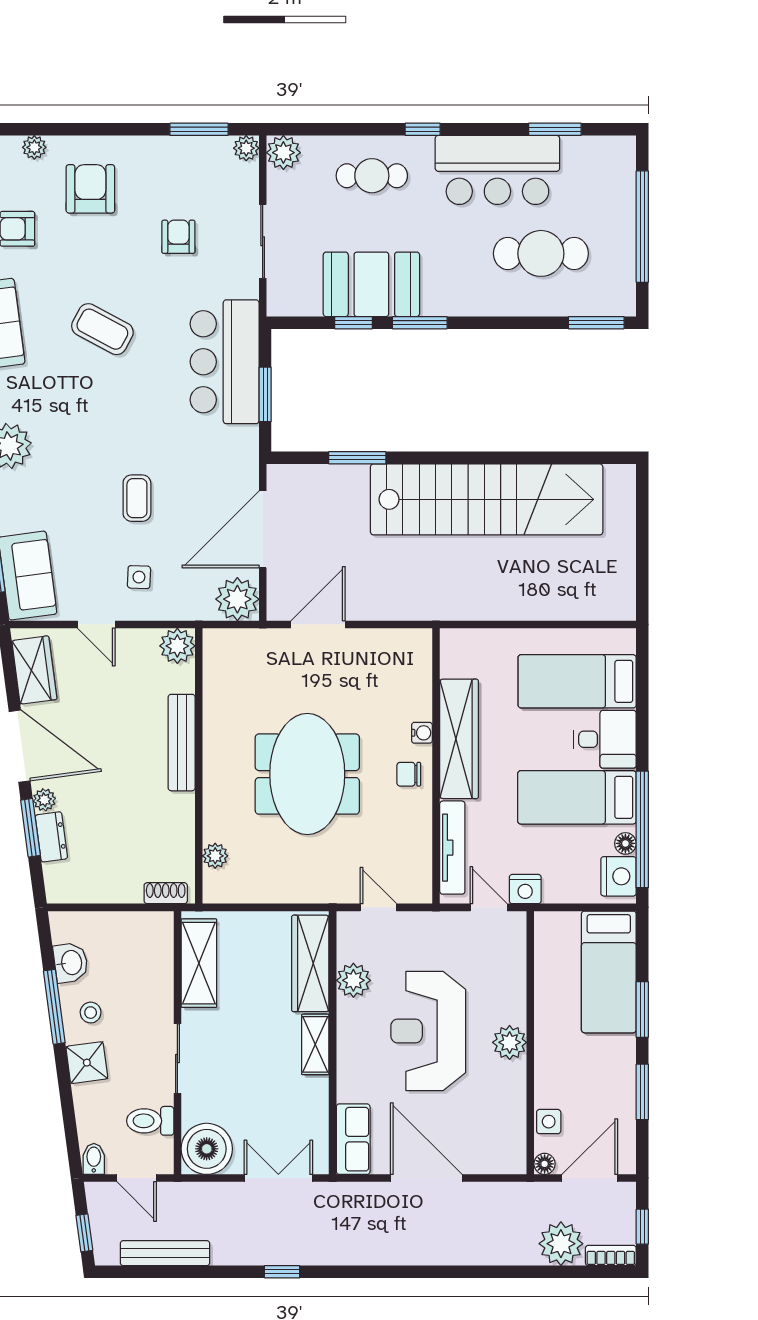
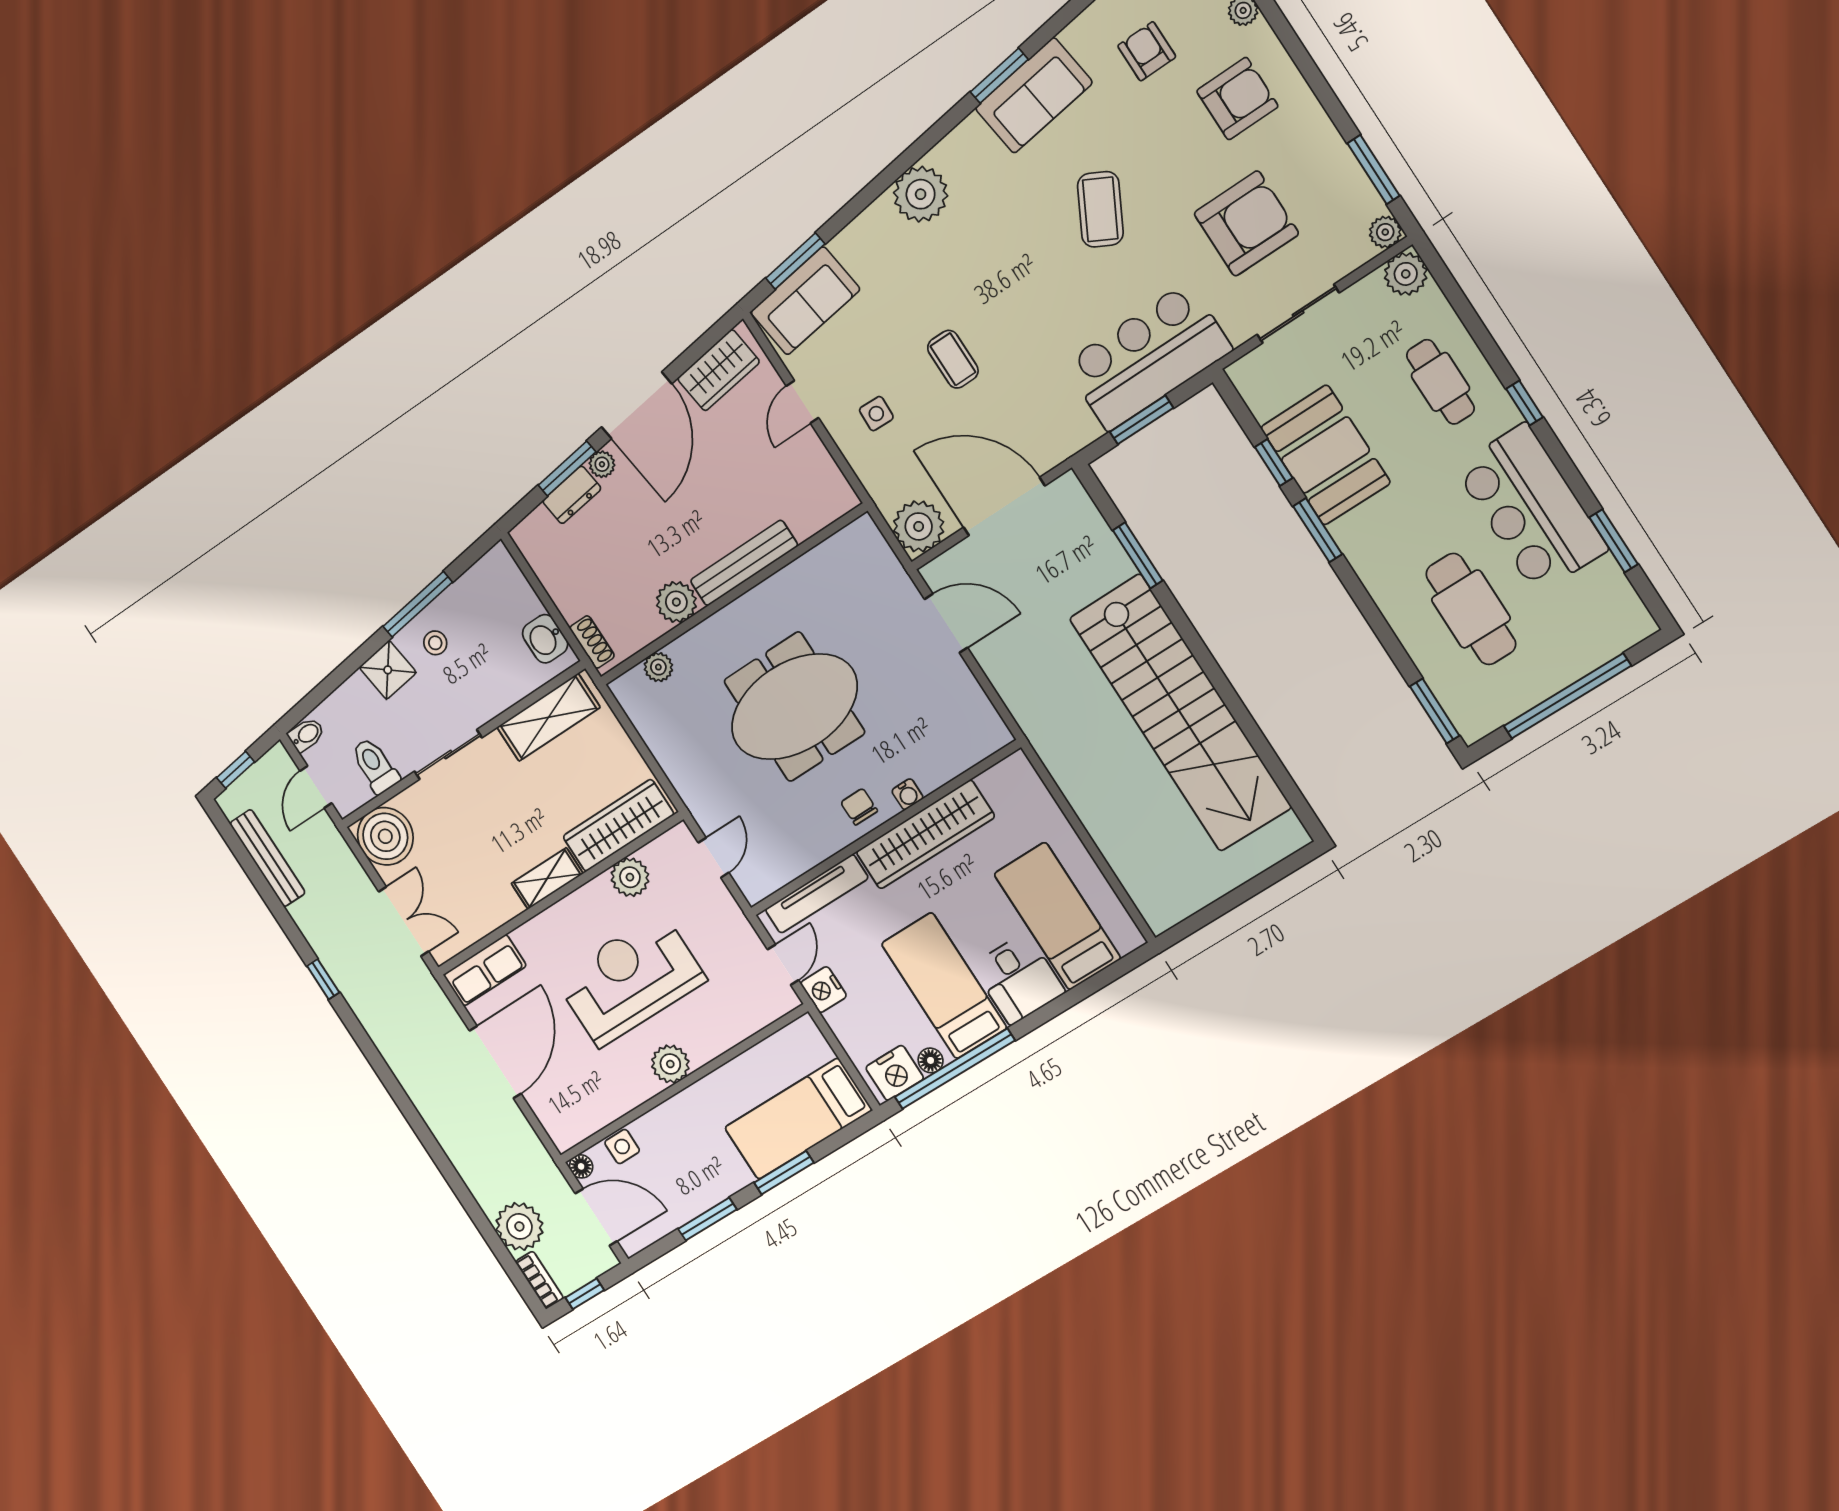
armchair: (178, 237) -> (1246, 224), width x1.88, depth x1.88
coffee table: (137, 498) -> (953, 359), turned 90
plant: (177, 646) -> (676, 602), moved
washbasin: (71, 963) -> (545, 639), moved, turned 98

